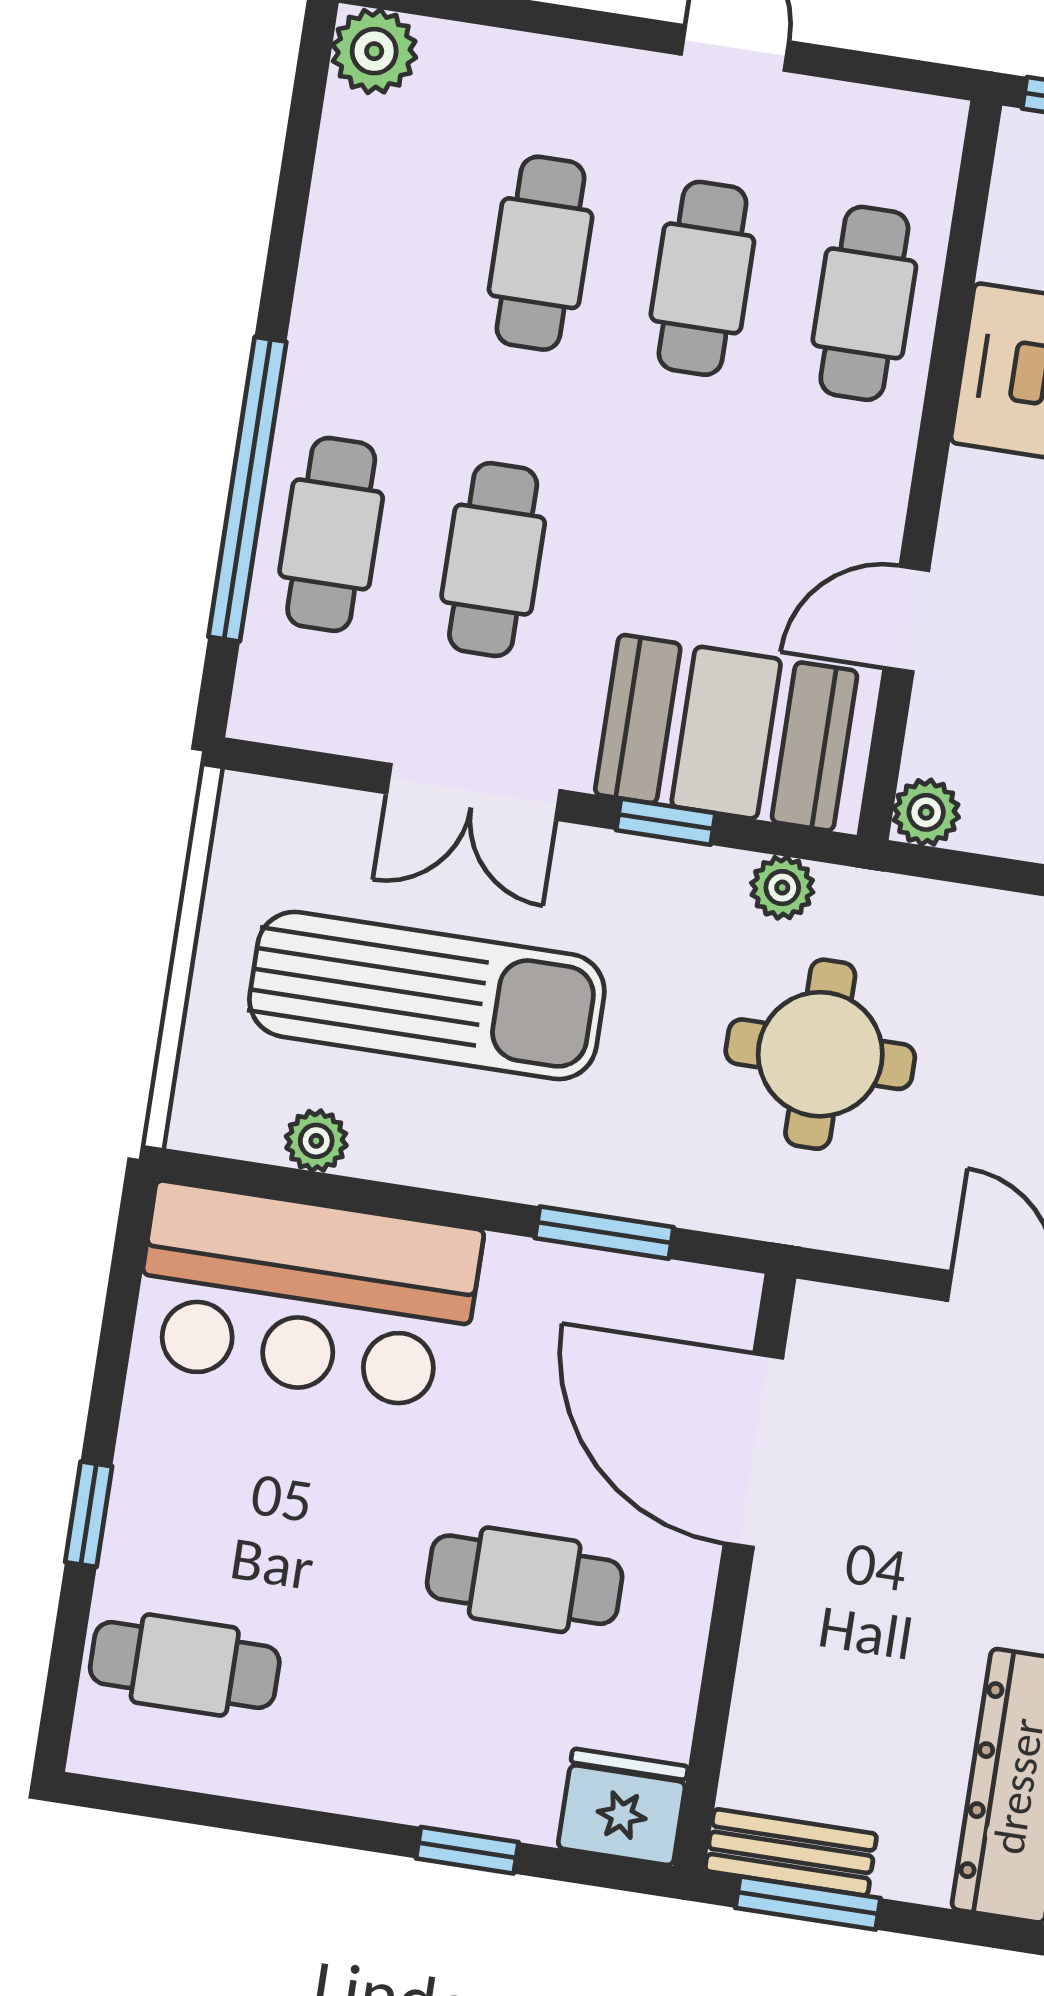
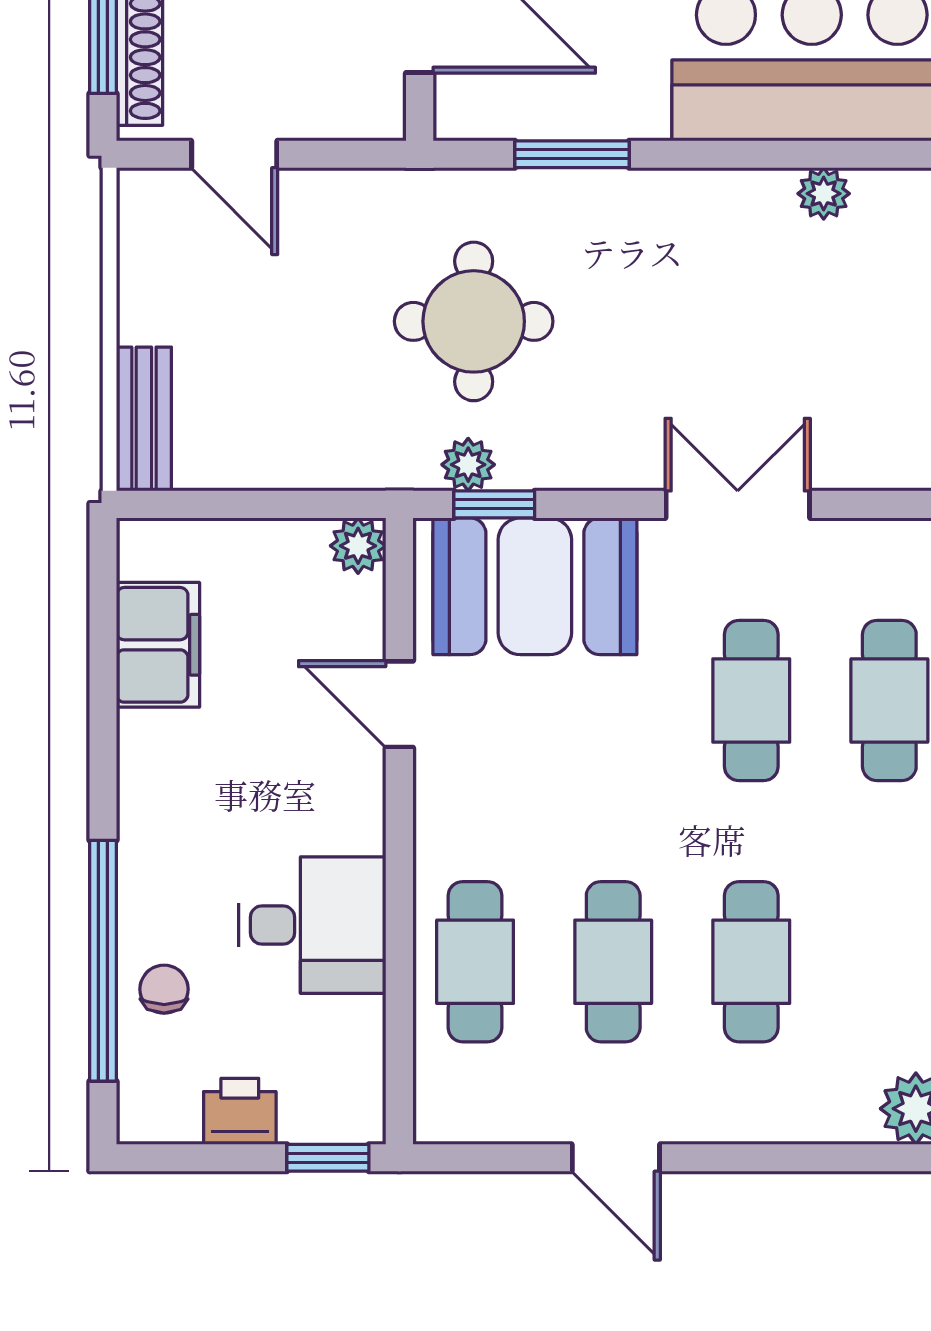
door: (906, 619) -> (399, 704), swing flipped
window: (666, 822) -> (494, 504), moved
sun lounger: (427, 995) -> (750, 329), removed
round table: (820, 1054) -> (474, 321), moved

